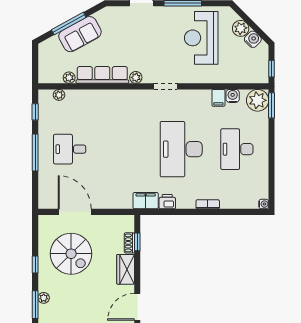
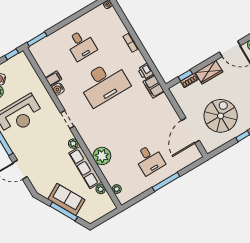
water cooler: (233, 96) -> (58, 89), moved
plant: (258, 100) -> (102, 156), moved
window: (35, 112) -> (138, 199), removed
desk: (237, 149) -> (81, 45), width x0.73

